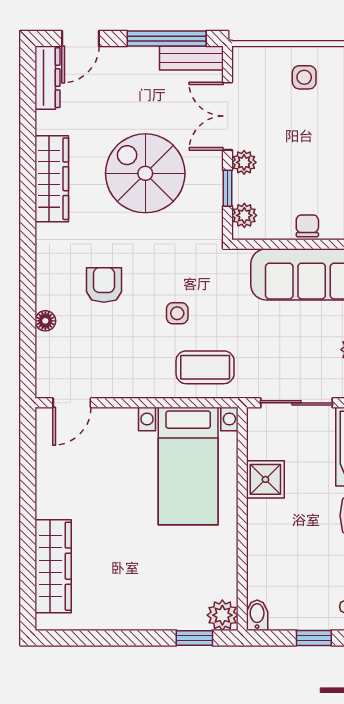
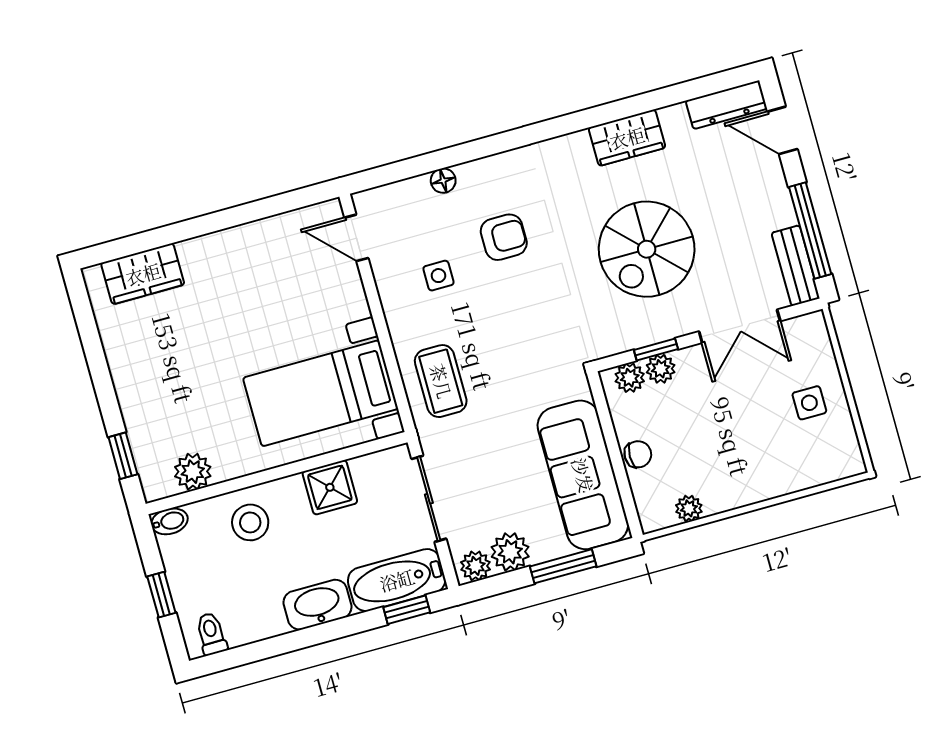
double door: (228, 116) -> (740, 326), swing flipped
plant: (244, 162) -> (661, 369), moved
spiral stairs: (145, 173) -> (647, 249), turned 180
wardrobe: (52, 179) -> (627, 138), width x0.67
side table: (177, 313) -> (438, 276), moved
stool: (276, 551) -> (250, 522), added
wardrobe: (53, 566) -> (143, 274), width x0.67
plant: (222, 615) -> (193, 472), moved

